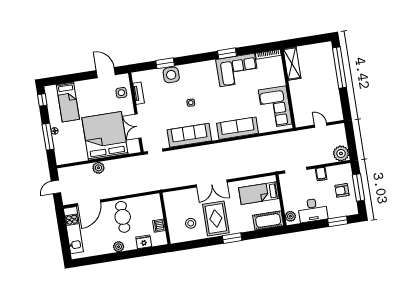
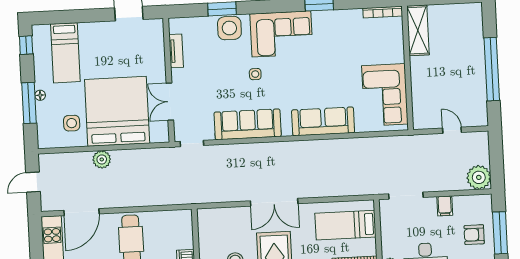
window: (339, 68) -> (492, 69), moved
corner sofa: (237, 70) -> (281, 34), moved
side table: (121, 93) -> (72, 123), moved

